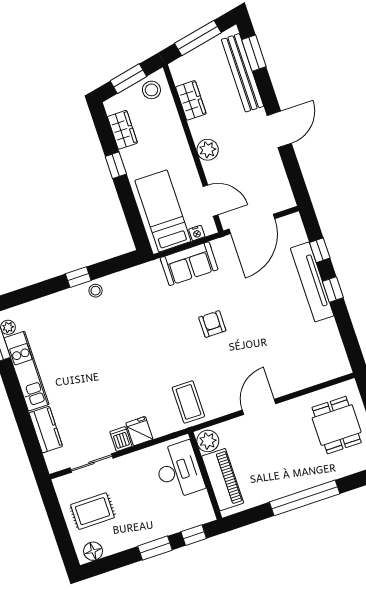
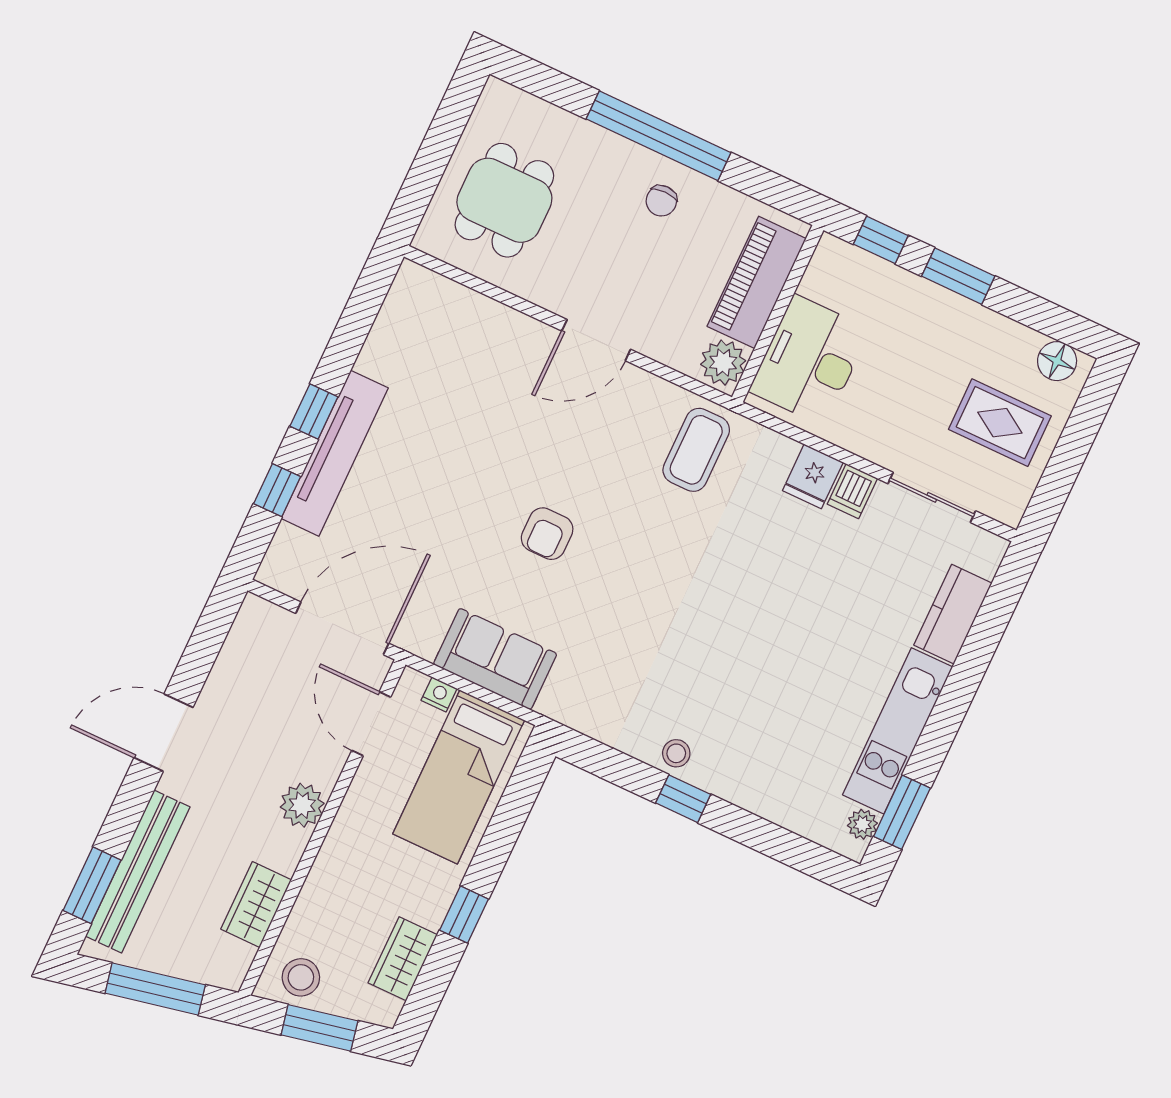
chair: (282, 476) -> (661, 201), added

